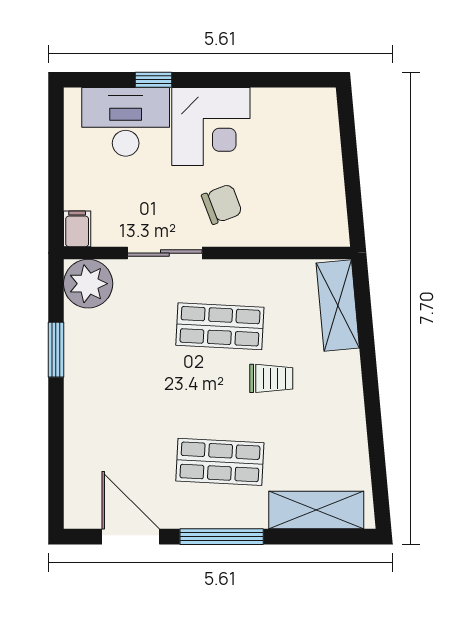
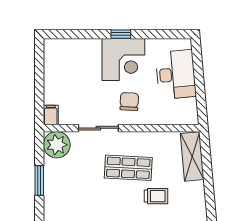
window: (153, 80) -> (121, 34), moved
desk: (126, 122) -> (176, 74), moved, turned 85
chair: (222, 204) -> (129, 102), turned -66

